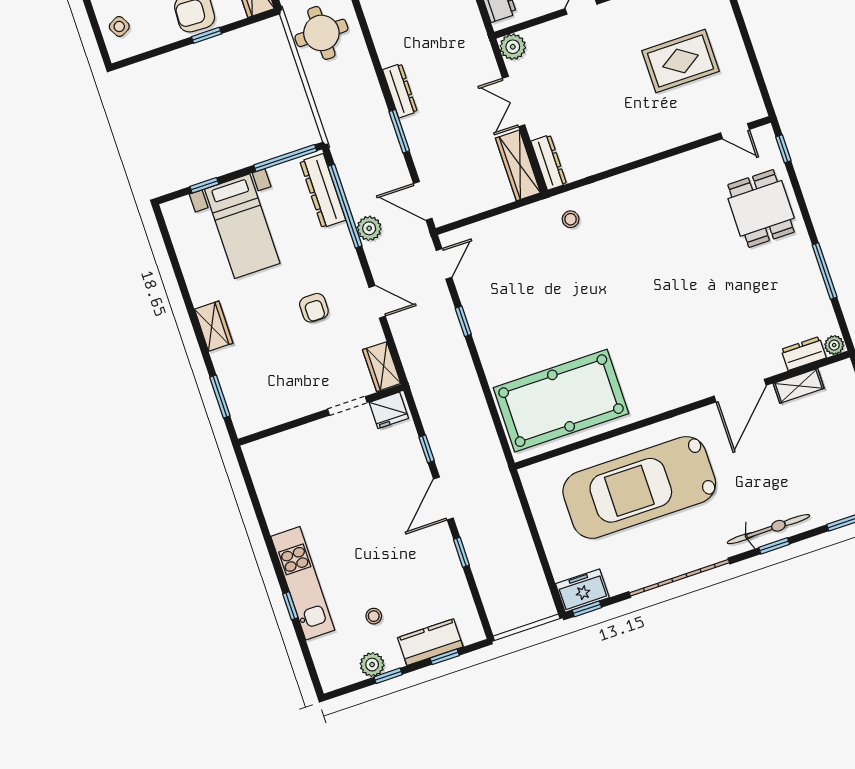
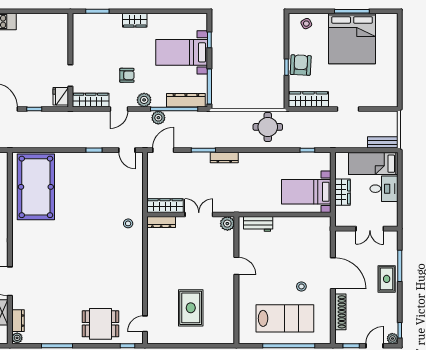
plant: (347, 264) -> (144, 100), added
armchair: (314, 308) -> (127, 75), turned 180
wardrobe: (382, 367) -> (91, 100), width x1.50

